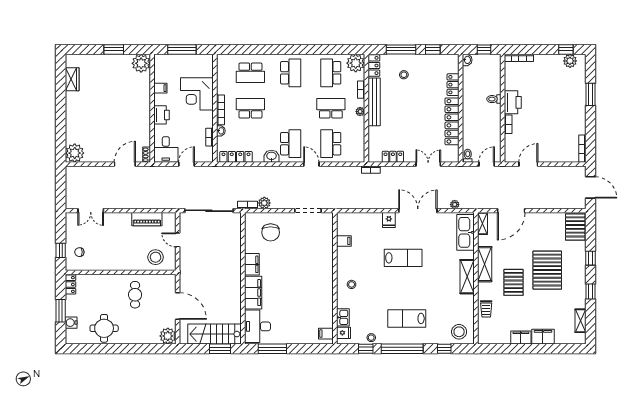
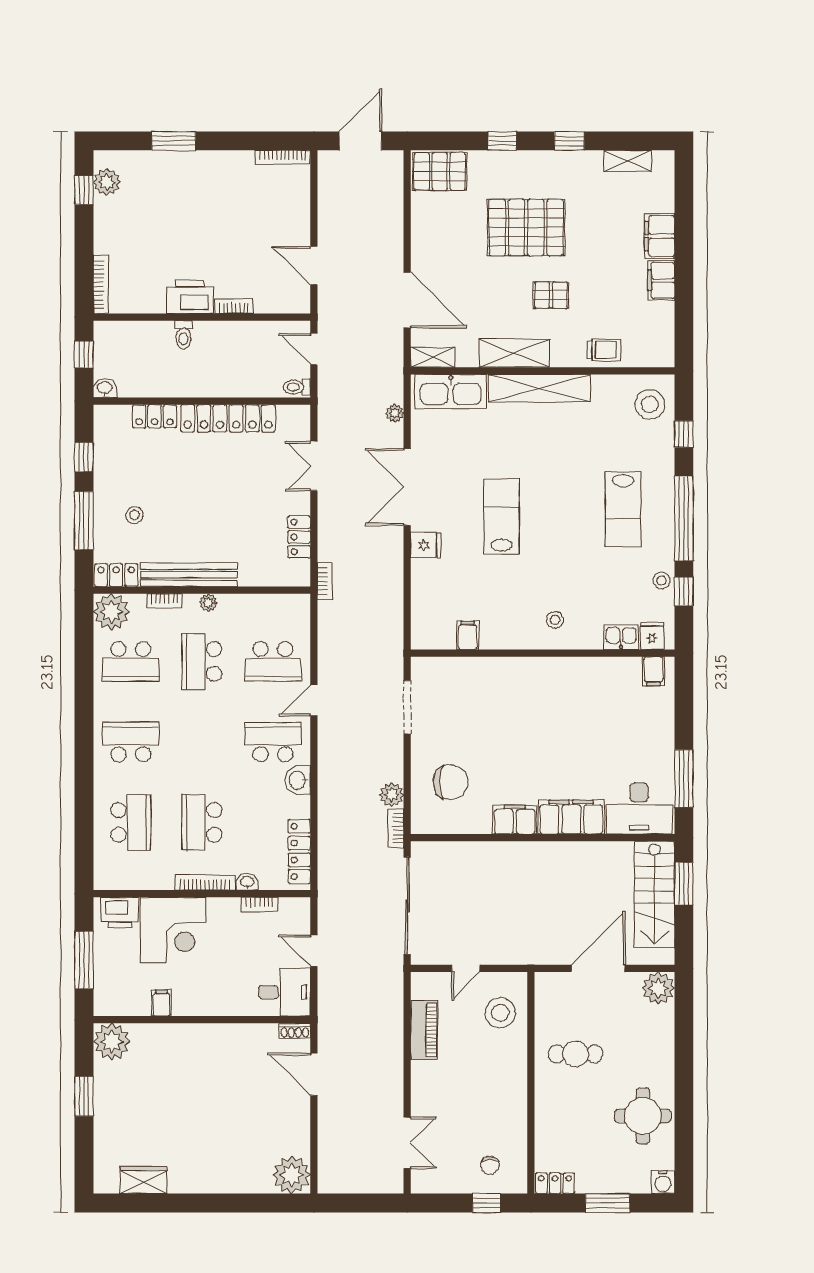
printer: (161, 115) -> (120, 913), moved, turned 180
shelving: (467, 277) -> (539, 388), width x1.47
pallet: (514, 282) -> (551, 295), width x0.67, depth x0.71
water cooler: (71, 323) -> (663, 1182), moved

